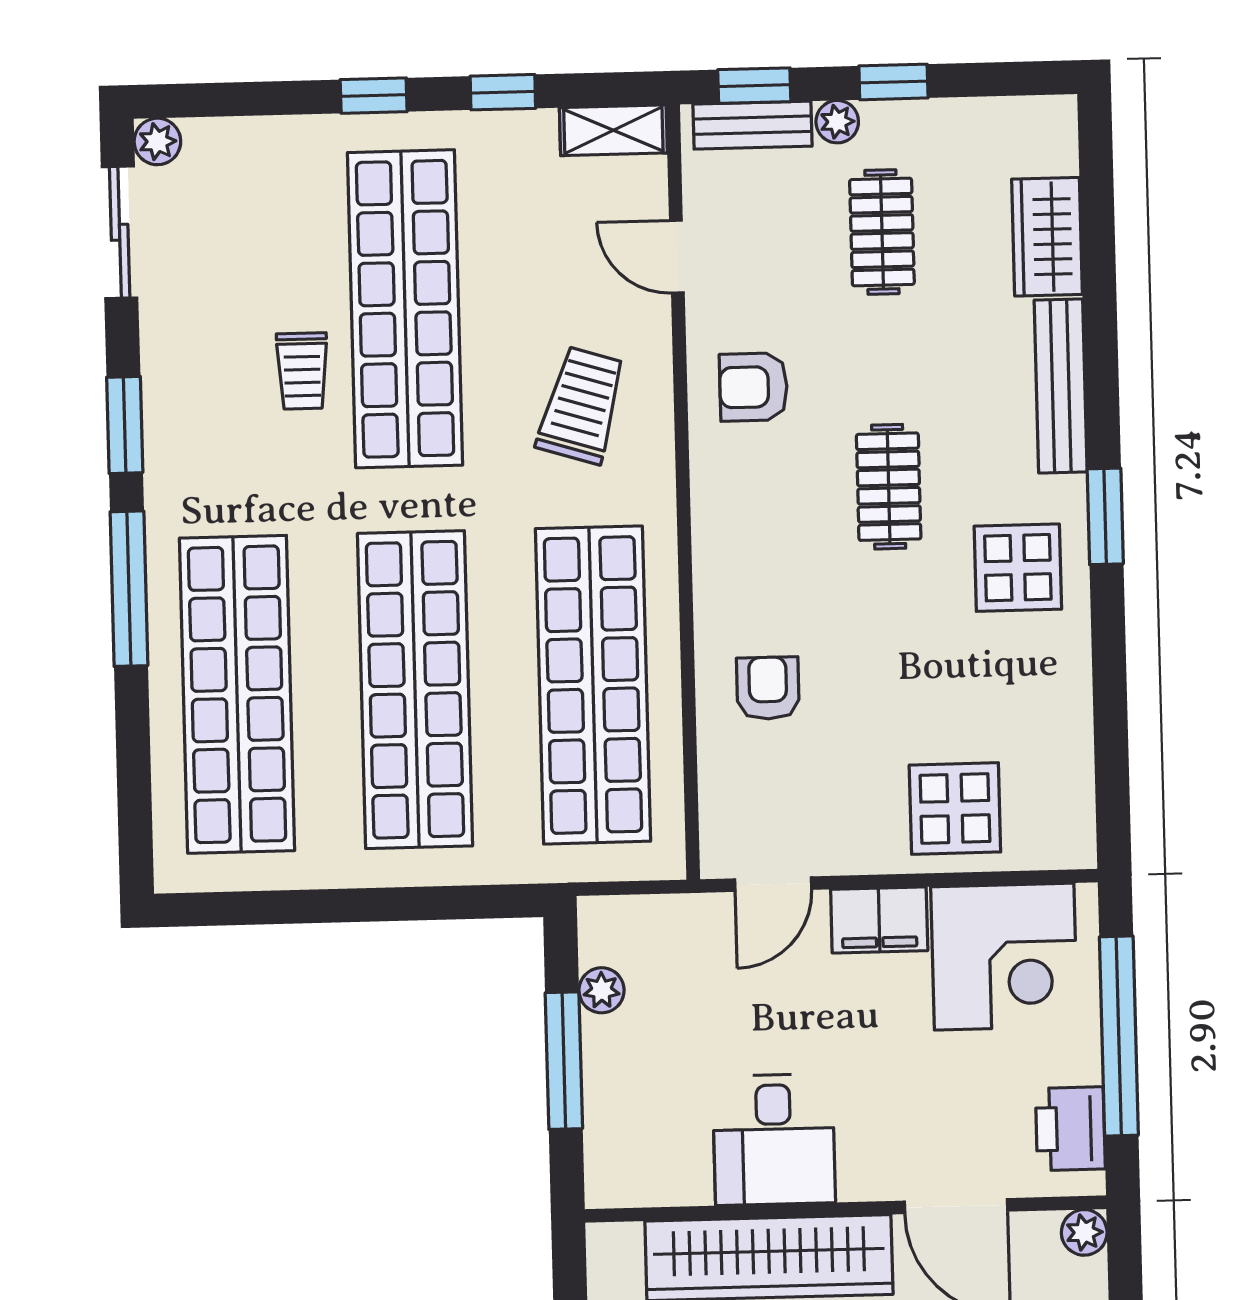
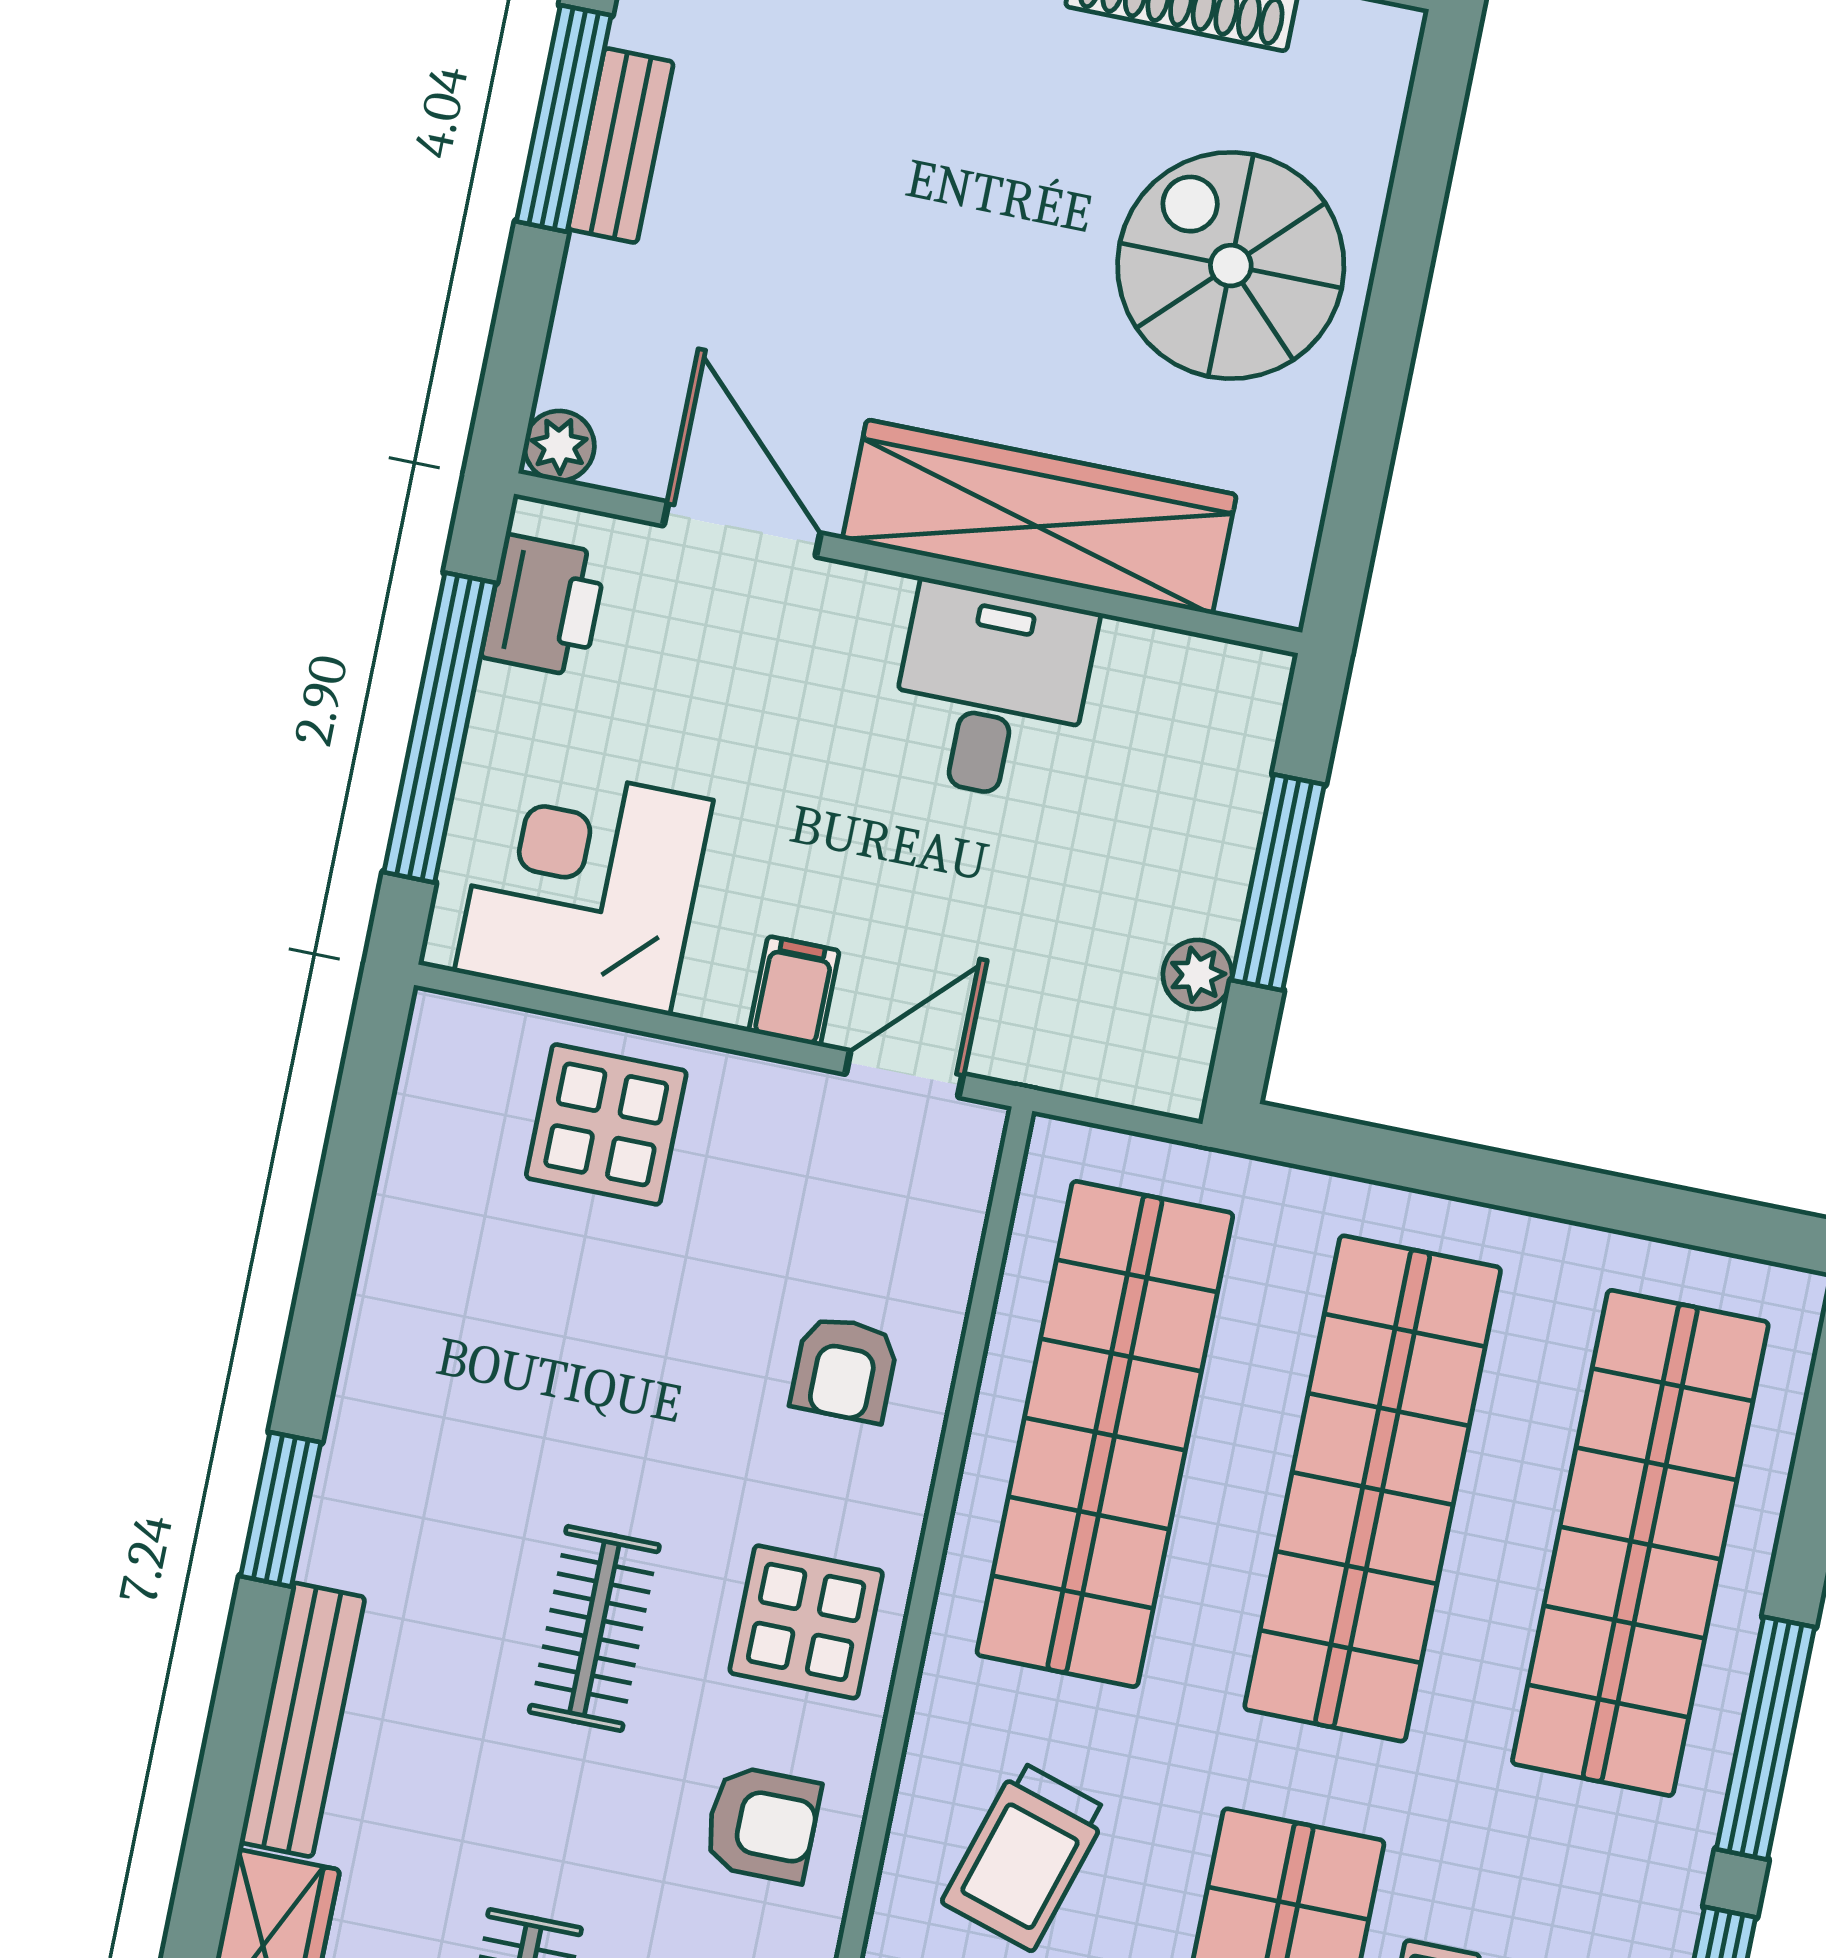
display table: (1018, 568) -> (806, 1622), moved
filing cabinet: (879, 920) -> (794, 991), width x0.50

